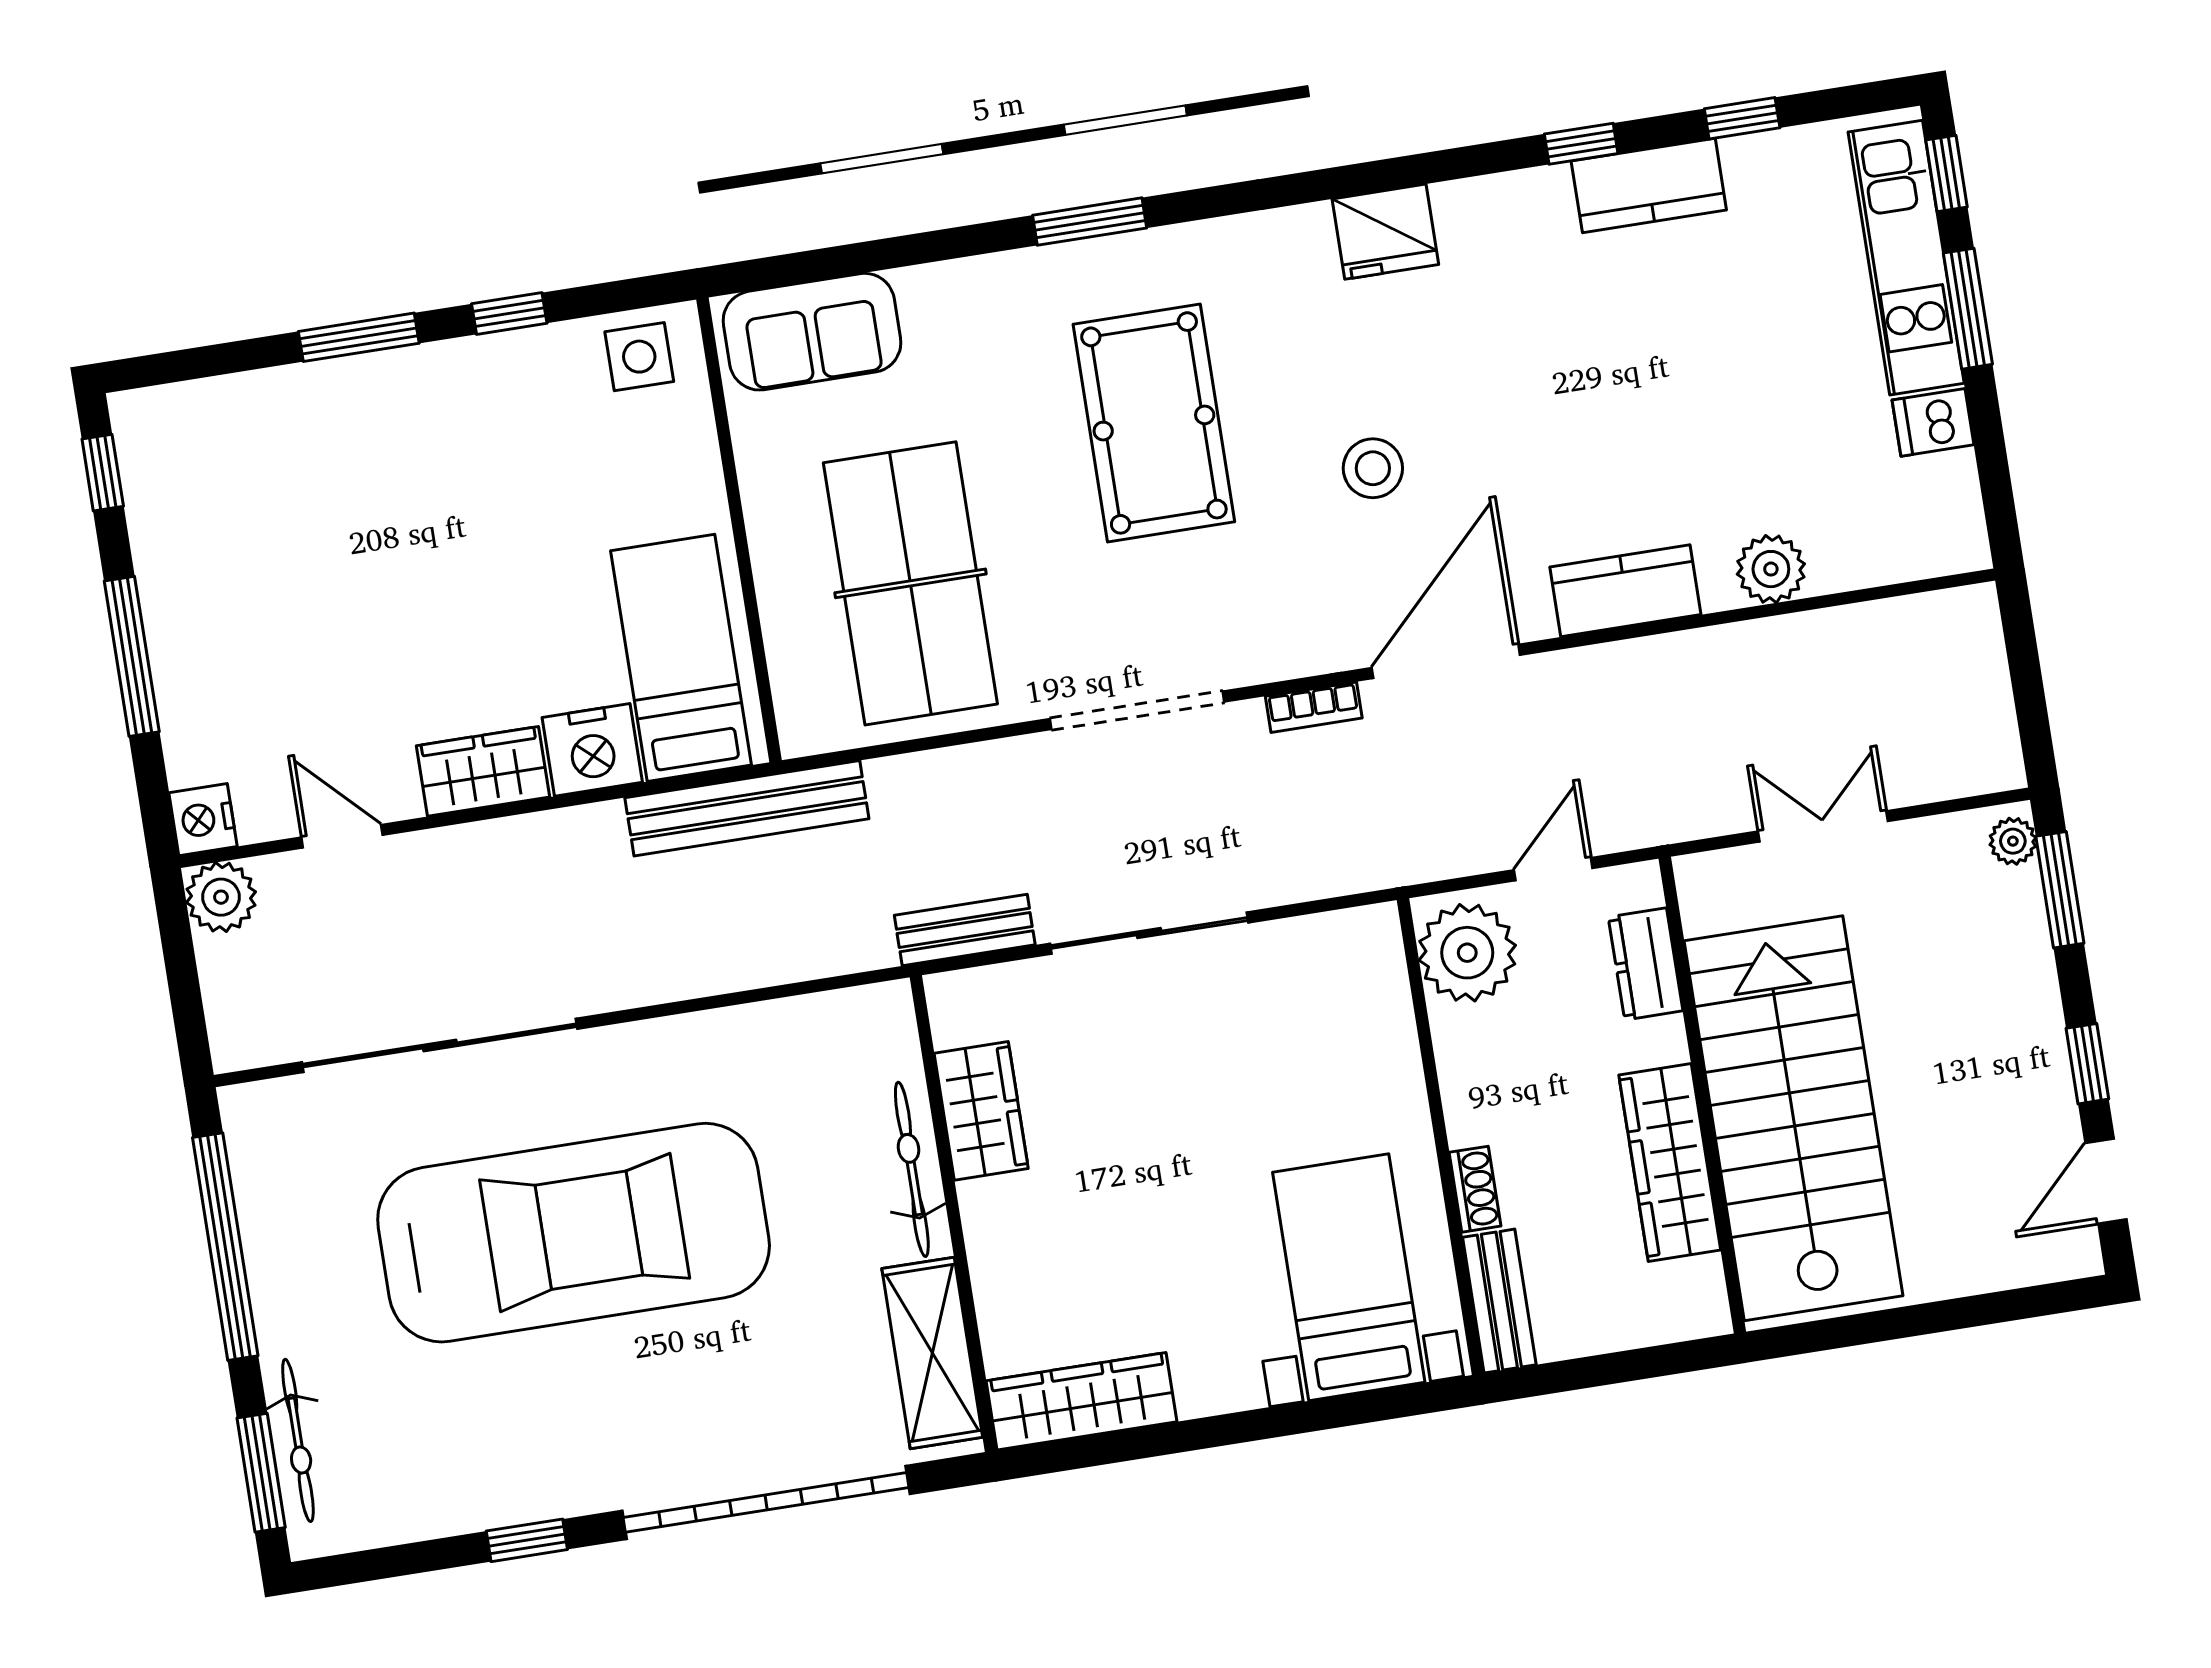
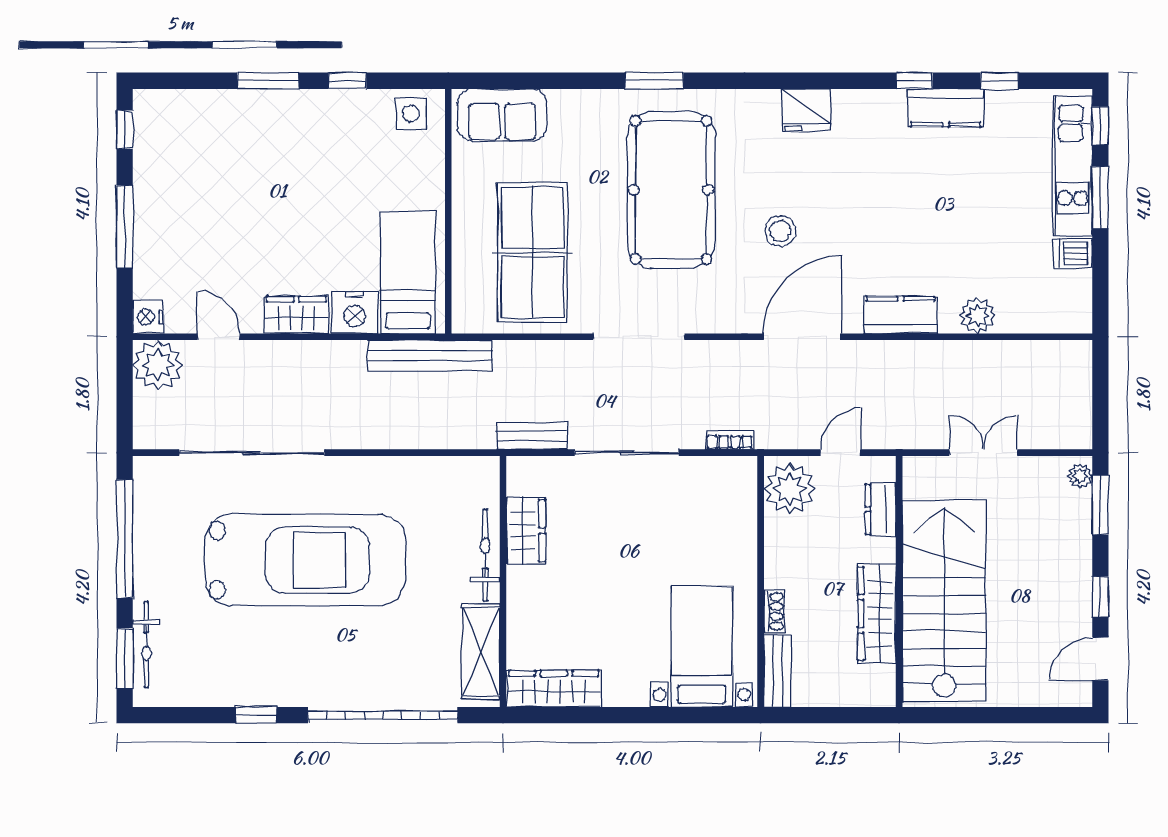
pool table: (1154, 423) -> (671, 190), width x1.36, depth x1.32
bookcase: (1314, 707) -> (730, 440), moved, turned 180
plant: (221, 897) -> (158, 365), width x1.36, depth x1.36

